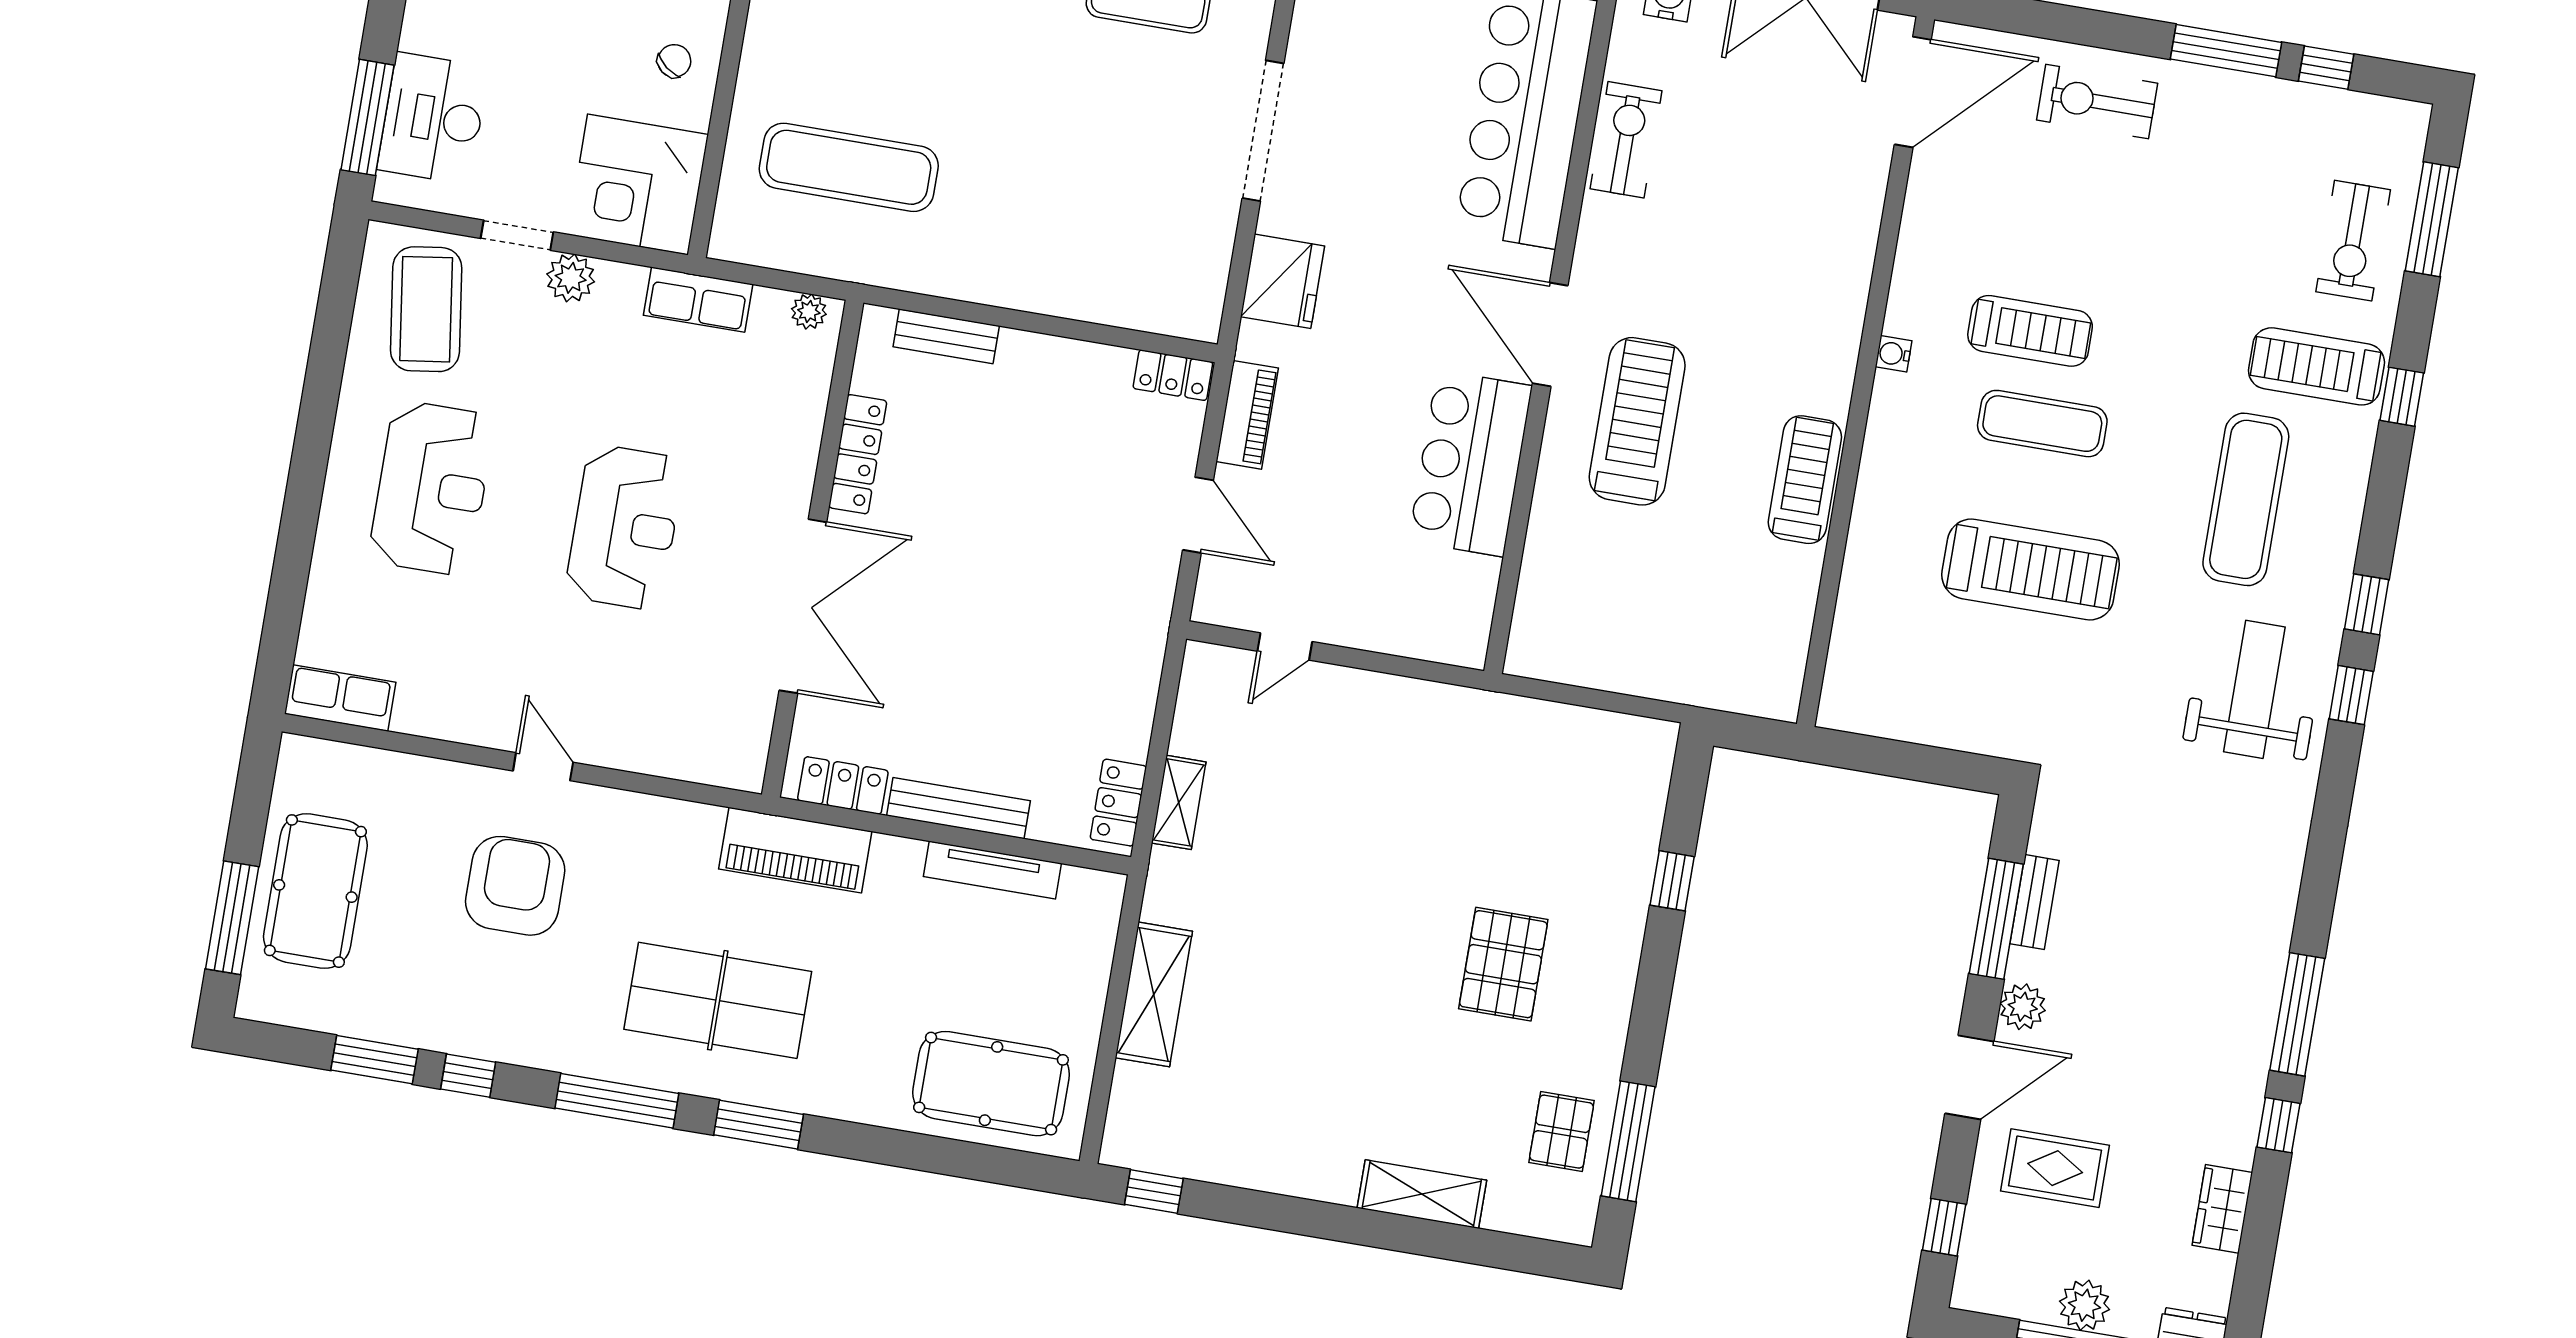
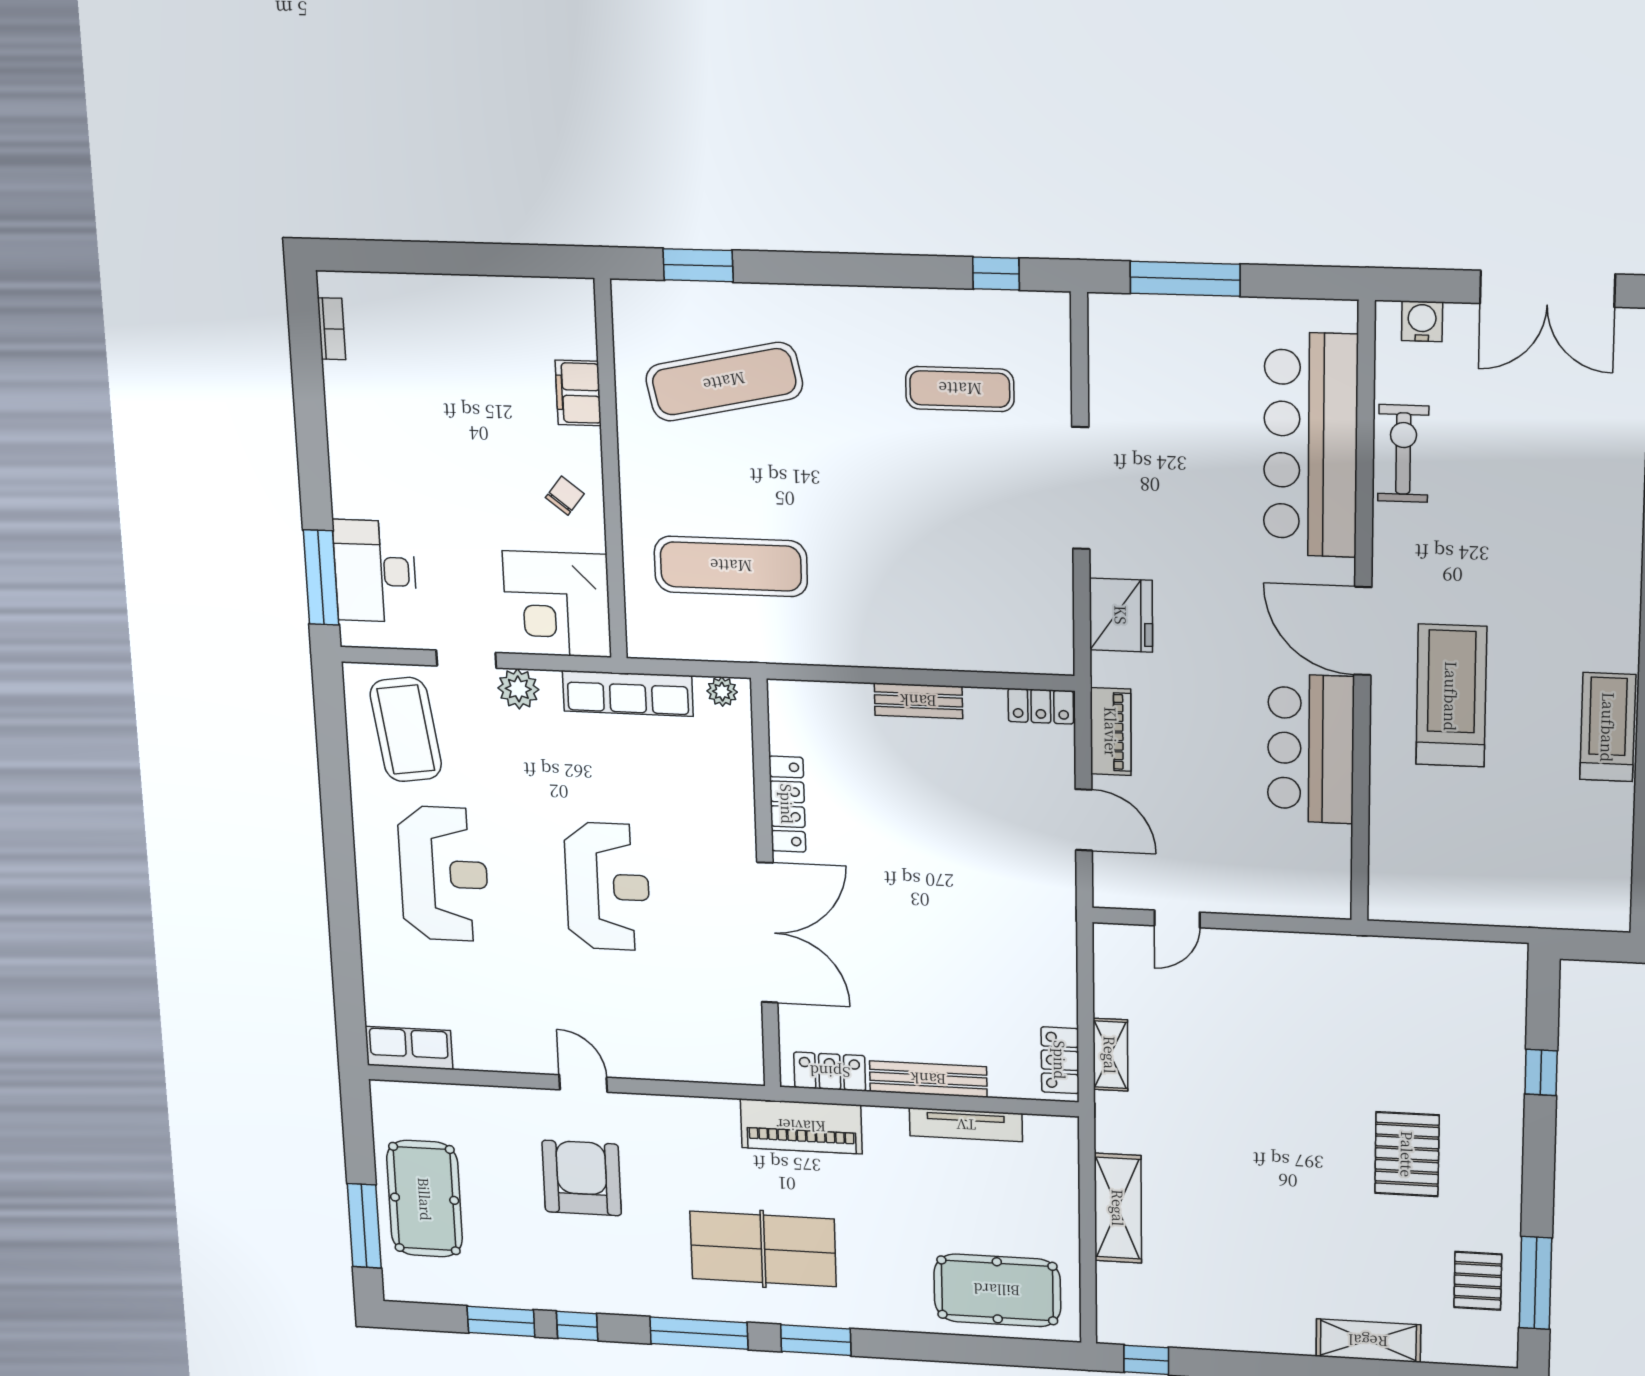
row of seats: (698, 300) -> (628, 693), width x1.48
bench: (946, 336) -> (918, 701), moved

